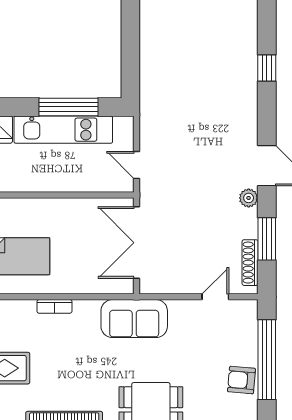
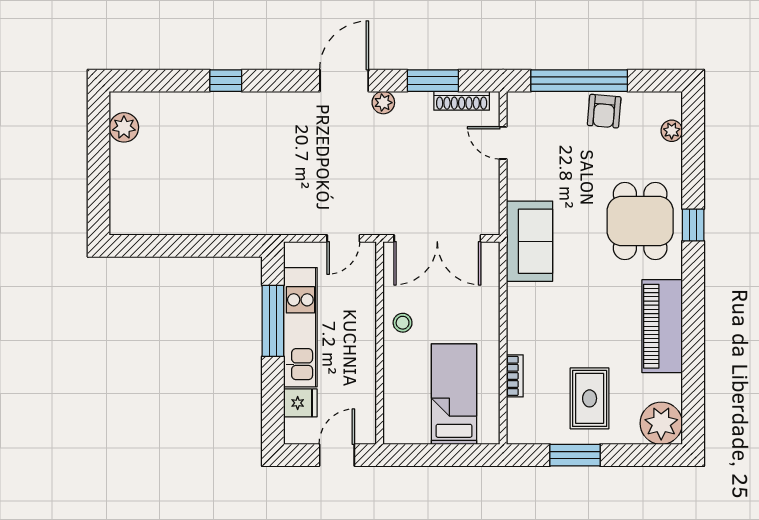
stool: (67, 214) -> (403, 323), added
bookcase: (54, 306) -> (515, 376), moved

